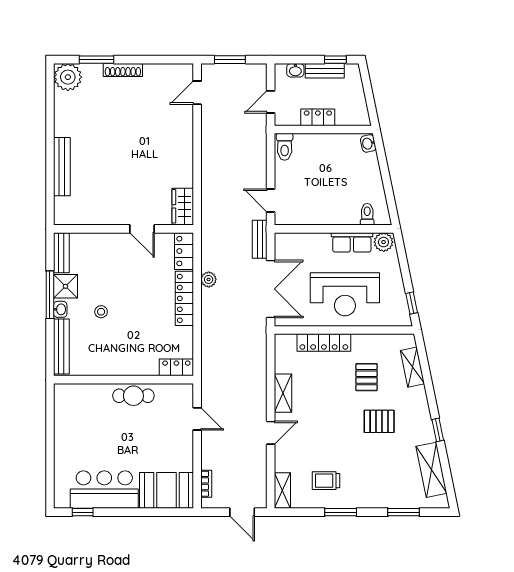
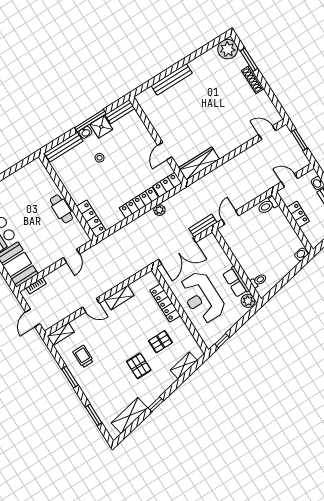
wardrobe: (183, 206) -> (199, 163), width x1.50
locker: (176, 367) -> (91, 219), width x1.53

